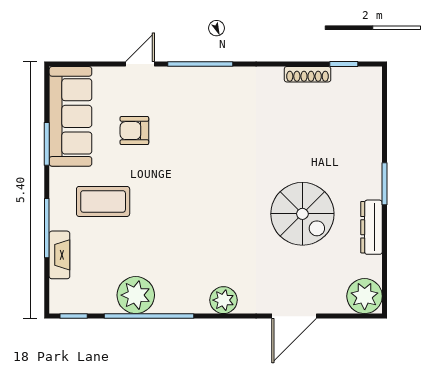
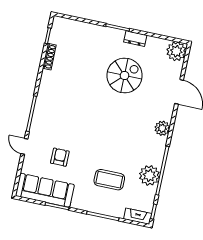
armchair: (134, 131) -> (60, 157), turned 180
coffee table: (103, 201) -> (109, 180), moved, turned 90
dresser: (371, 227) -> (135, 39), width x0.70
fireplace: (59, 255) -> (138, 216), moved

